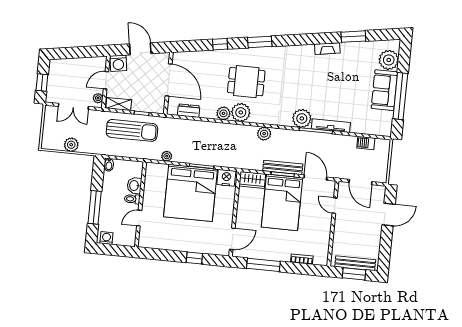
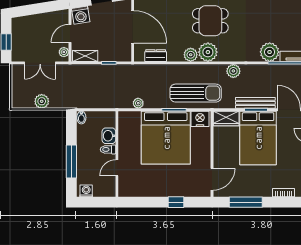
sun lounger: (132, 130) -> (196, 93), moved

